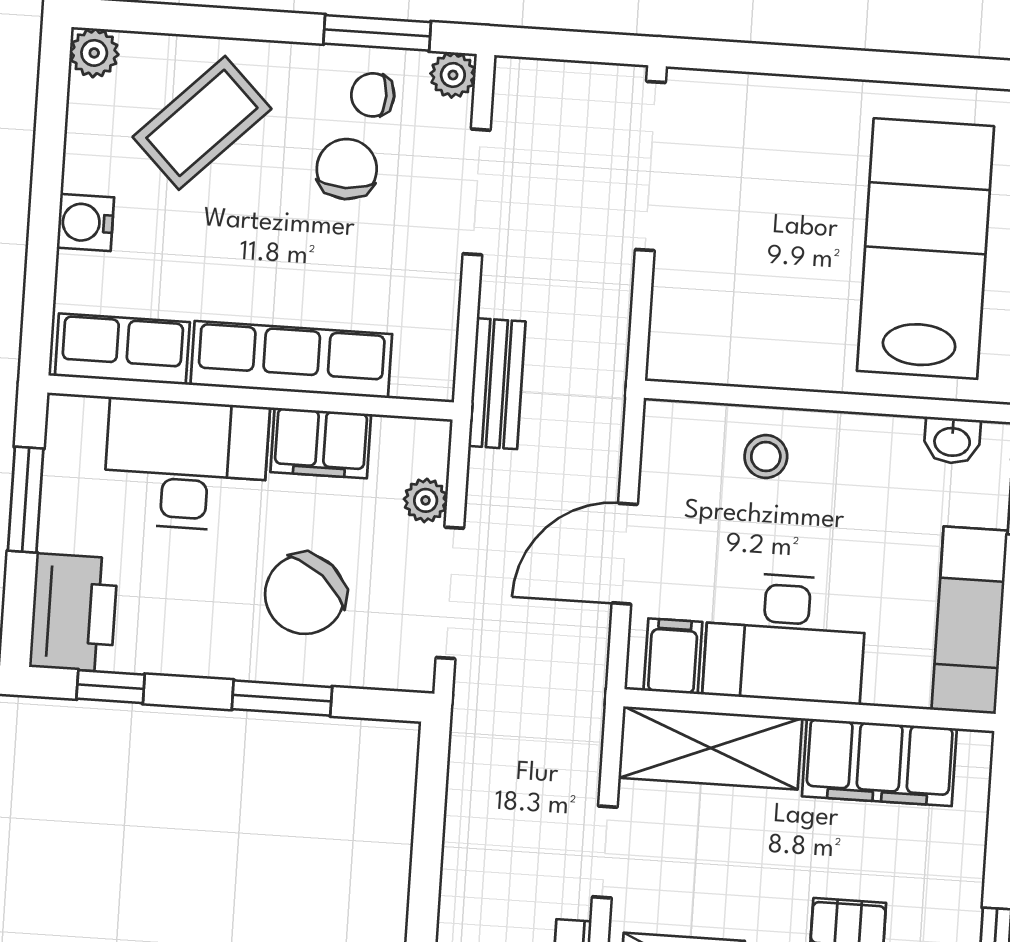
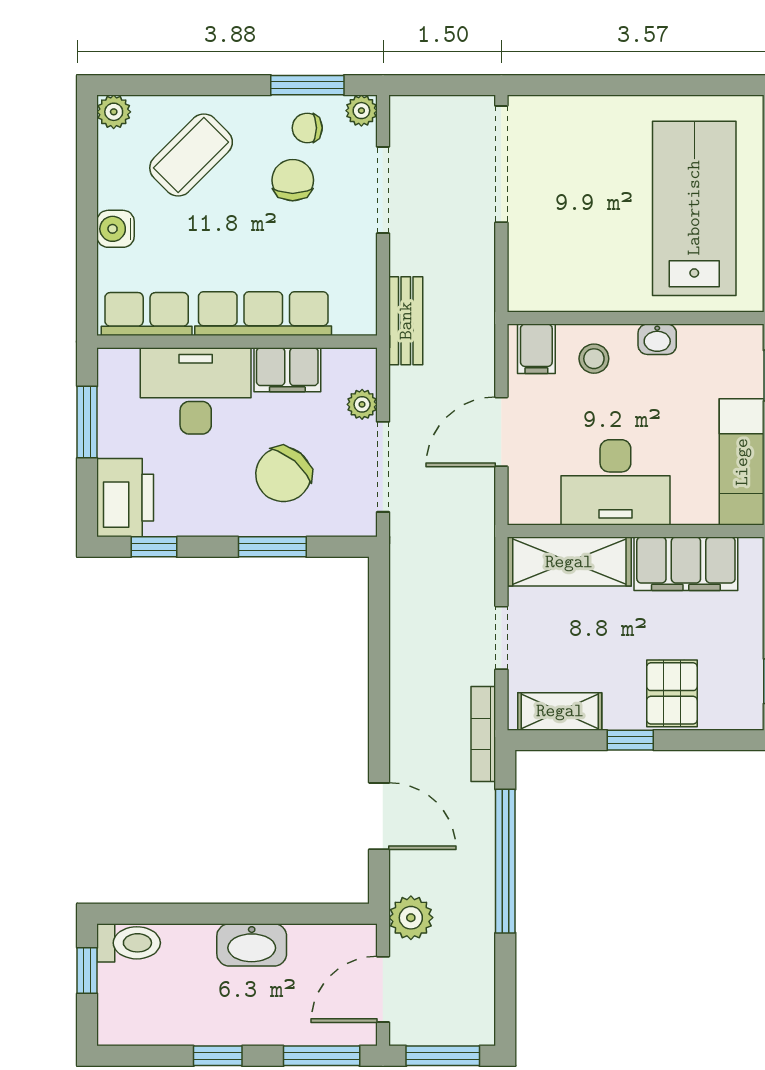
washbasin: (952, 441) -> (657, 339), moved
filing cabinet: (673, 656) -> (536, 349), moved, turned 180

